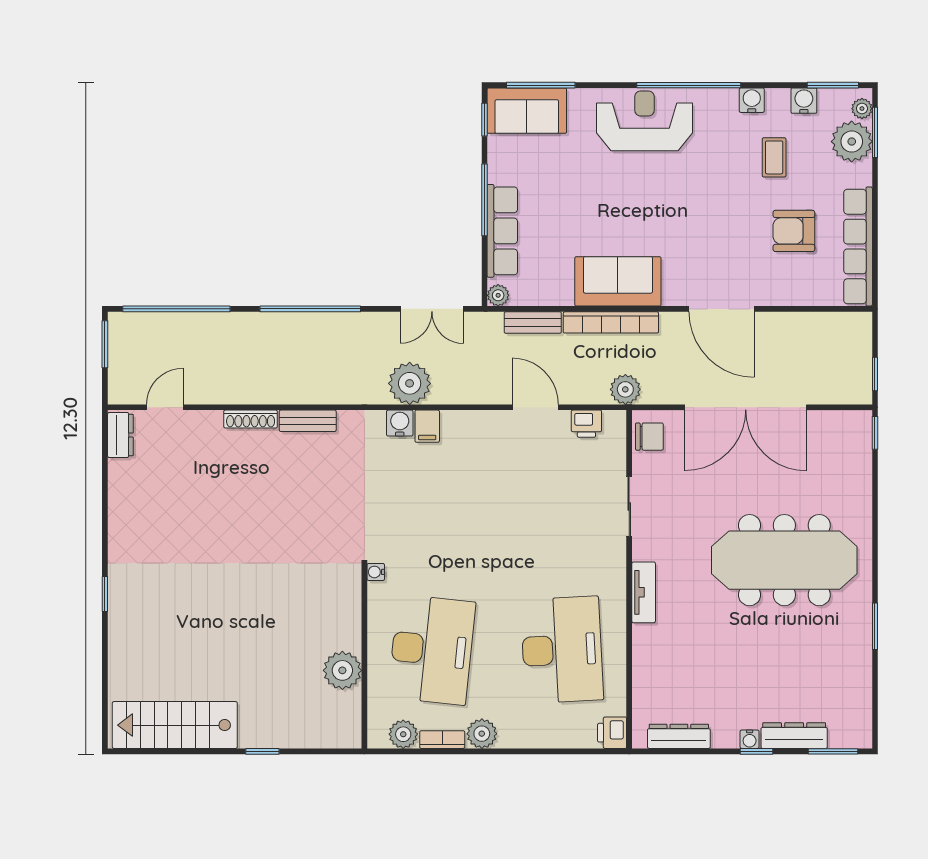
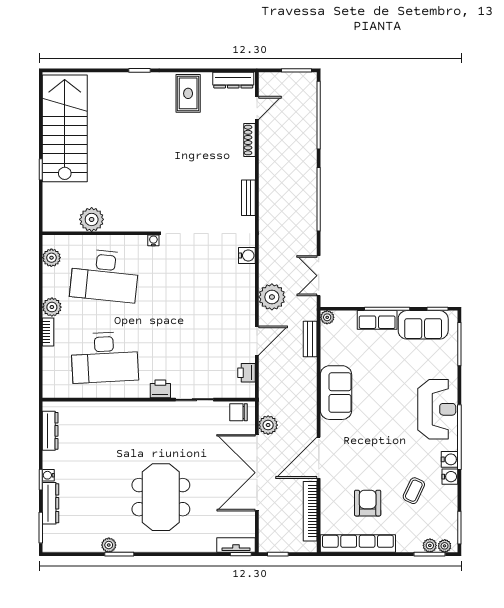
water cooler: (804, 101) -> (450, 459), moved
sofa: (527, 111) -> (423, 325), moved, turned -90
plant: (852, 142) -> (430, 545), width x0.53, depth x0.53
coffee table: (774, 157) -> (414, 491), turned -65
row of seats: (502, 231) -> (377, 320), width x0.68
bookcase: (611, 322) -> (310, 511), moved
plant: (410, 383) -> (272, 297), moved
plant: (625, 389) -> (268, 425), moved
door: (165, 407) -> (257, 108), hinge flipped
shoe rack: (251, 419) -> (249, 140), moved
filing cabinet: (427, 426) -> (245, 273), removed
dresser: (120, 435) -> (233, 80), width x1.44
chair: (649, 437) -> (238, 412), turned 90
rug: (142, 517) -> (188, 93), added
meeting table: (784, 560) -> (161, 497), width x0.73
tv unit: (644, 592) -> (236, 545), moved, turned 180
plant: (861, 643) -> (109, 545), added
stairs: (175, 725) -> (65, 128), width x1.36, depth x1.51
printer: (612, 733) -> (160, 389), moved
bookcase: (442, 740) -> (48, 332), moved

